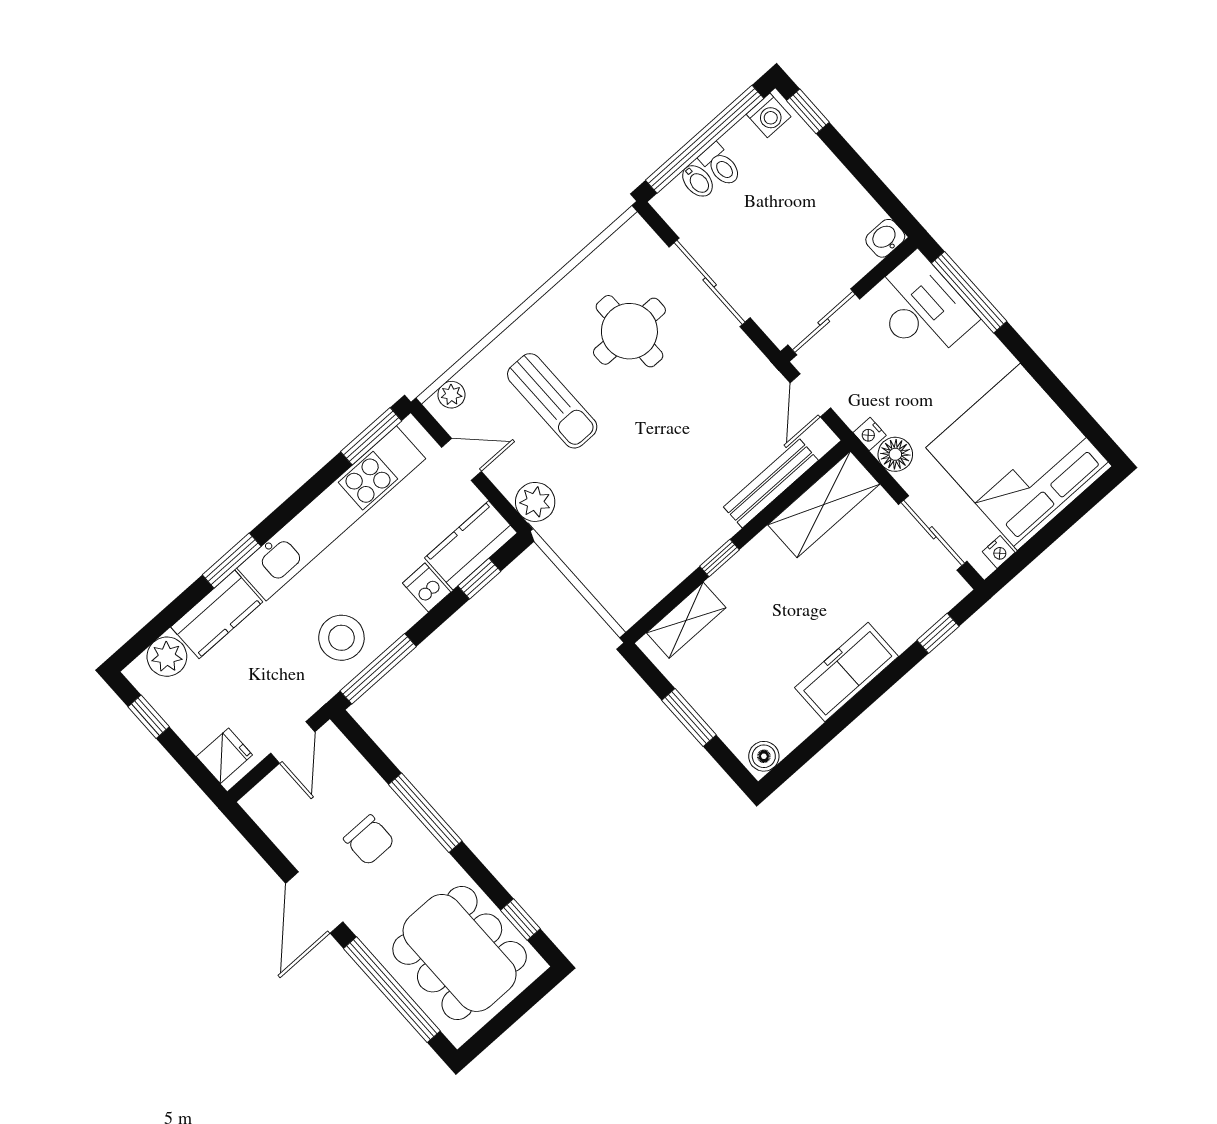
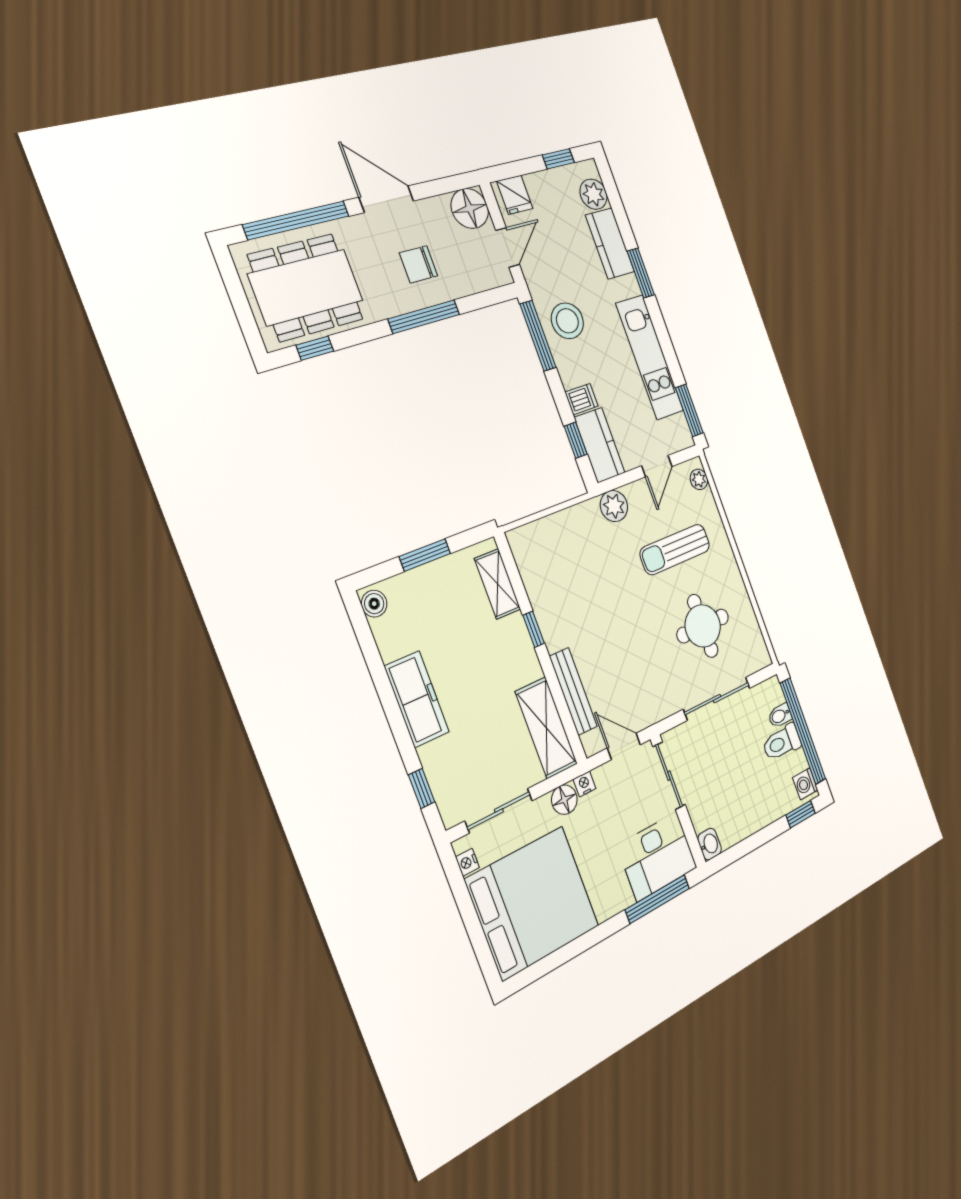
toilet: (721, 165) -> (782, 742), width x1.37, depth x1.39
kitchen unit: (331, 513) -> (650, 357), width x0.73
door: (293, 743) -> (508, 247), swing flipped
floor lamp: (271, 804) -> (470, 208), added

